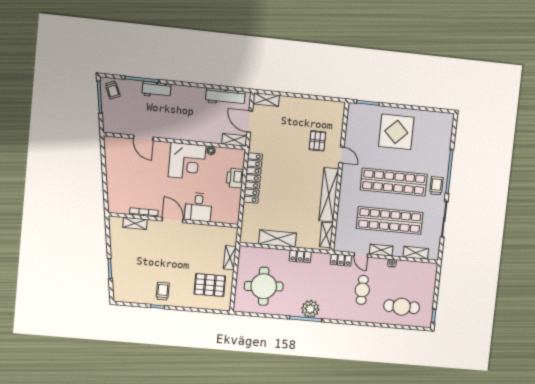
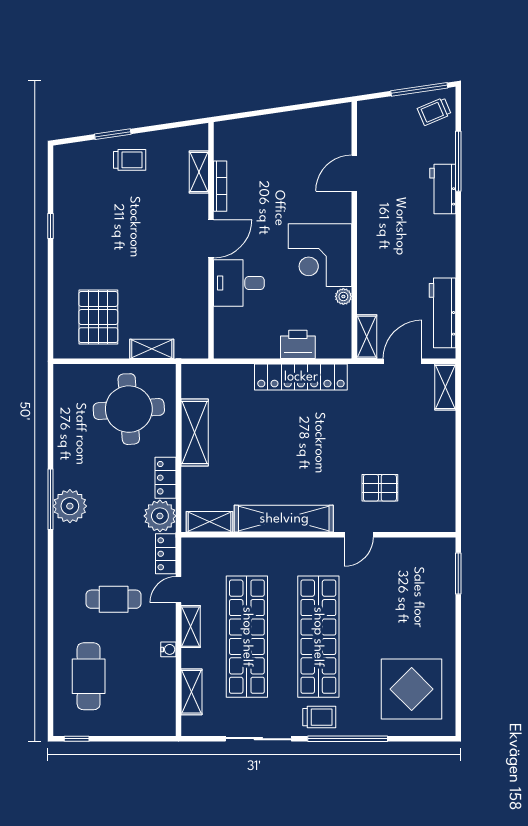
display table: (396, 132) -> (412, 689), moved
plant: (320, 261) -> (160, 516), added
round table: (264, 286) -> (129, 409), moved
trolley: (163, 291) -> (130, 160), moved

